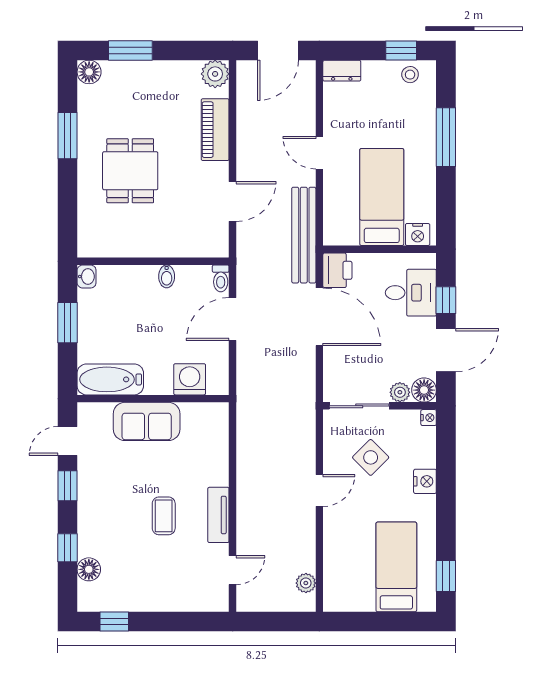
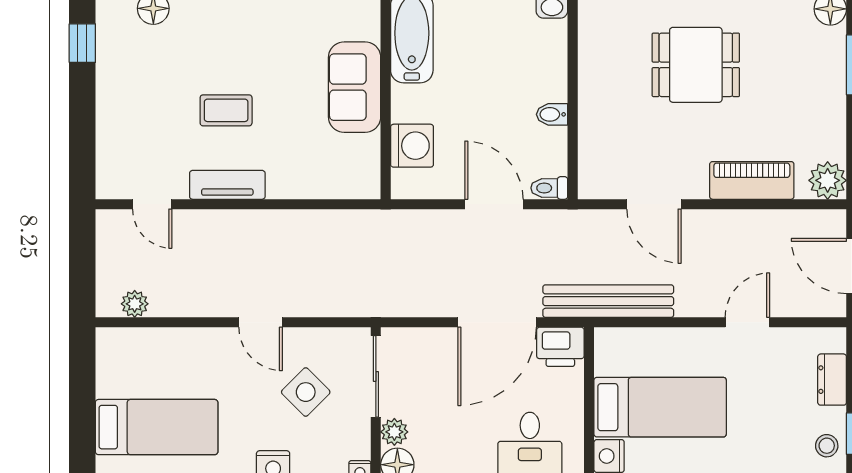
dresser: (342, 71) -> (832, 380), moved
door: (319, 153) -> (747, 322), moved

